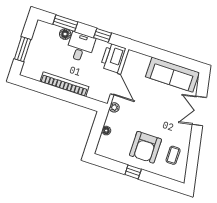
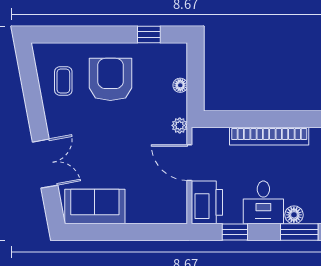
sofa: (172, 75) -> (95, 207), width x0.73
window: (133, 172) -> (149, 35), moved

